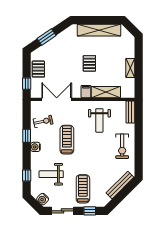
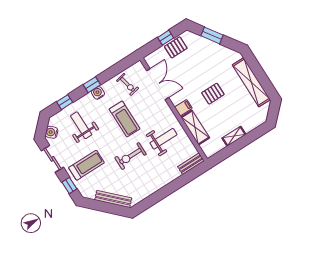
window: (27, 84) -> (166, 38), moved
weight bench: (99, 120) -> (163, 139), turned 180
window: (27, 136) -> (92, 85), moved
treadmill: (67, 140) -> (125, 119), turned 90
exercise bike: (122, 146) -> (131, 156), moved

